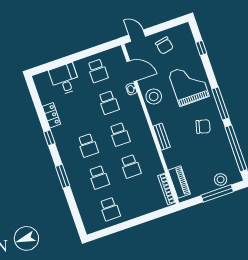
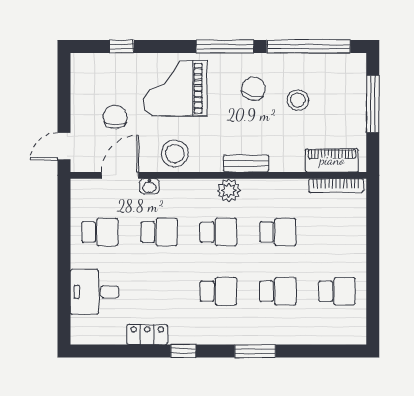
chair: (164, 46) -> (115, 117), moved, turned -79
plant: (144, 132) -> (229, 190), added
stool: (221, 180) -> (298, 100), moved

